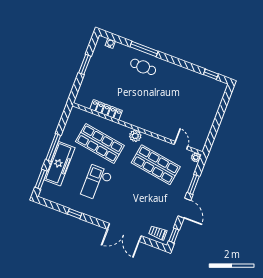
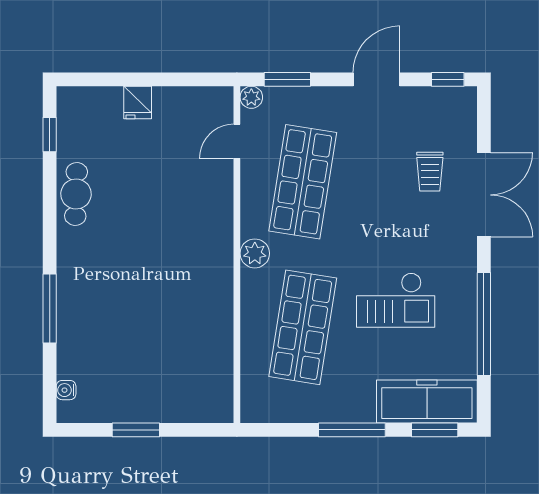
cafe table: (143, 67) -> (76, 194), moved
locker: (106, 110) -> (221, 342), removed
fridge: (210, 113) -> (138, 102), added
freezer: (59, 164) -> (427, 401), moved
window: (193, 184) -> (287, 79), moved
window: (75, 214) -> (484, 324), width x3.17
trolley: (158, 233) -> (430, 172), moved

